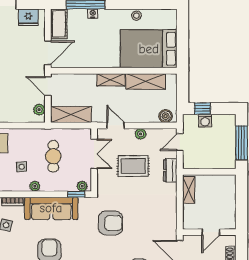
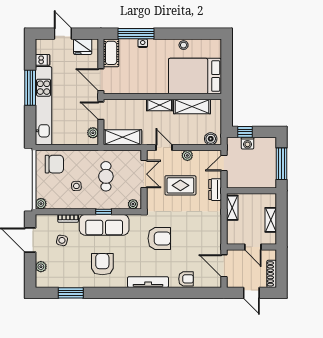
door: (48, 53) -> (101, 80), swing flipped
plant: (35, 186) -> (89, 204), removed
window: (76, 194) -> (104, 212), moved
shelving: (230, 203) -> (271, 220), added
door: (211, 232) -> (253, 247), hinge flipped

